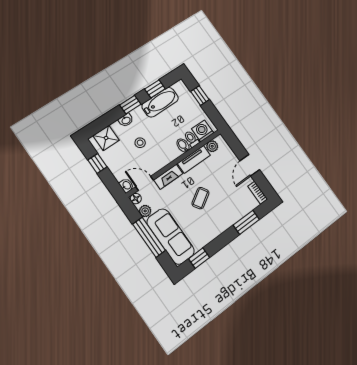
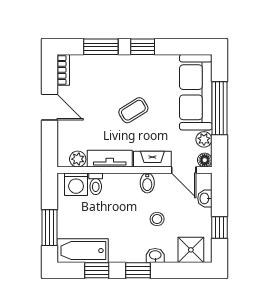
window: (200, 96) -> (49, 228), width x1.50
bathtub: (160, 102) -> (83, 251), moved
bidet: (183, 145) -> (147, 183), moved
door: (250, 165) -> (49, 107), hinge flipped
washbasin: (126, 185) -> (205, 198), moved
window: (199, 258) -> (143, 47), moved

